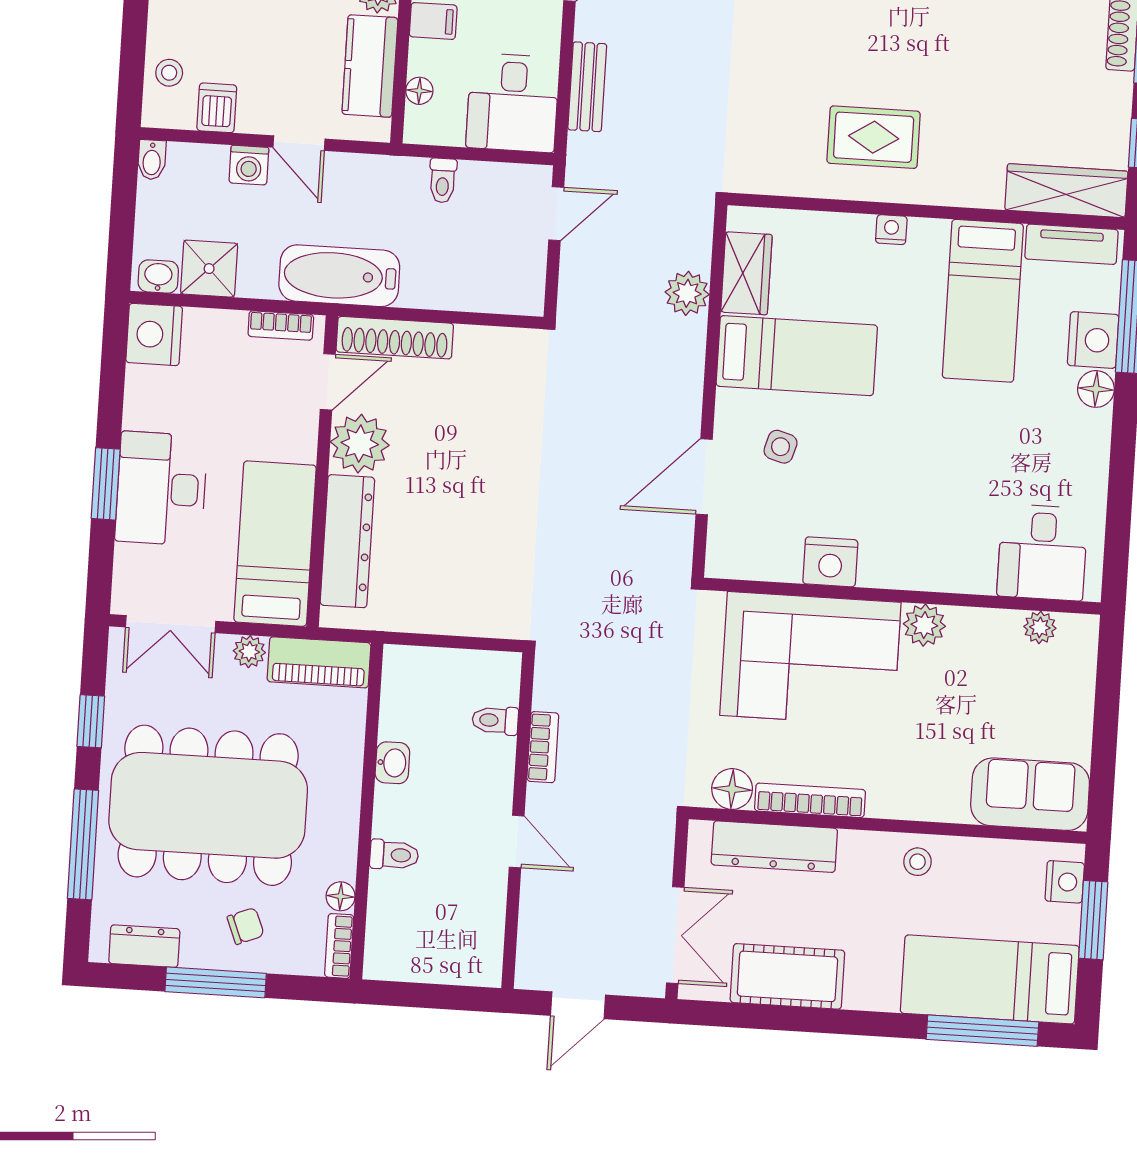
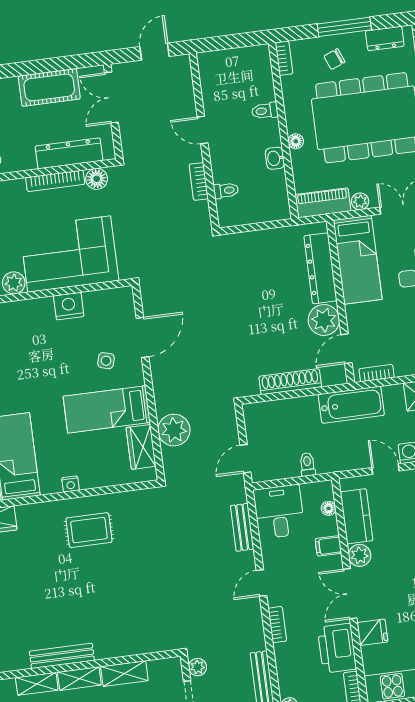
plant: (687, 293) -> (174, 430), width x1.36, depth x1.36
shoe rack: (395, 338) -> (290, 382), moved
floor lamp: (341, 896) -> (296, 141), moved

